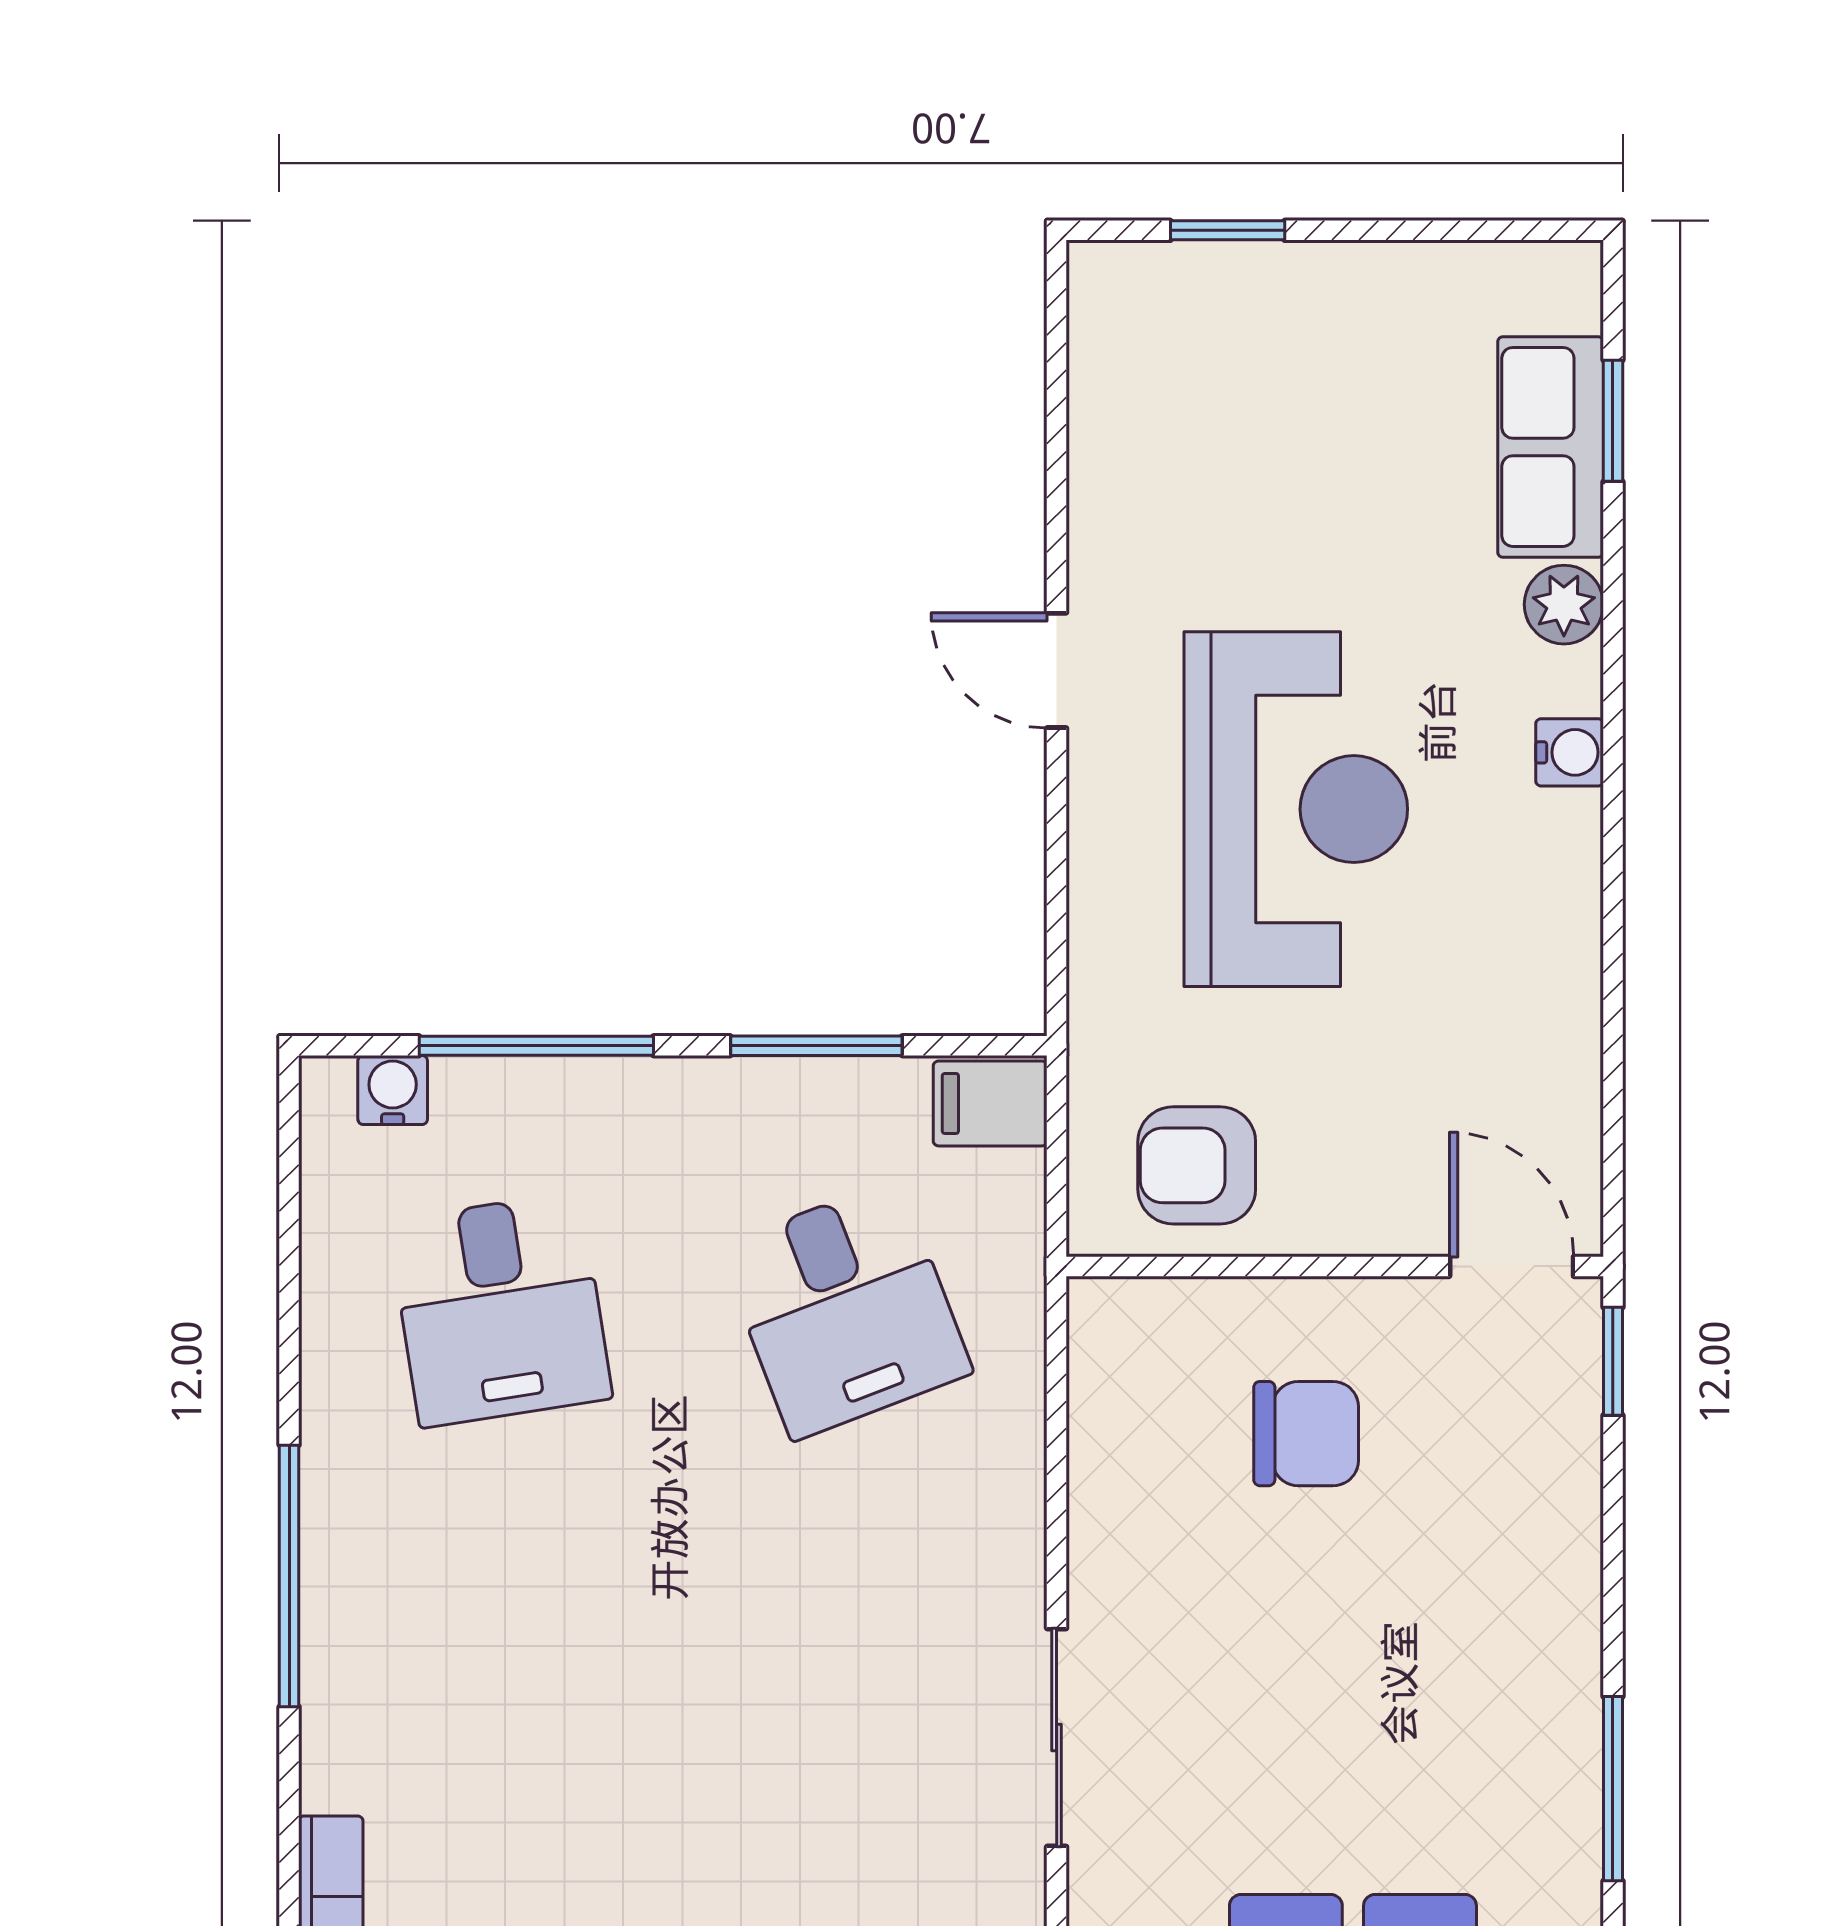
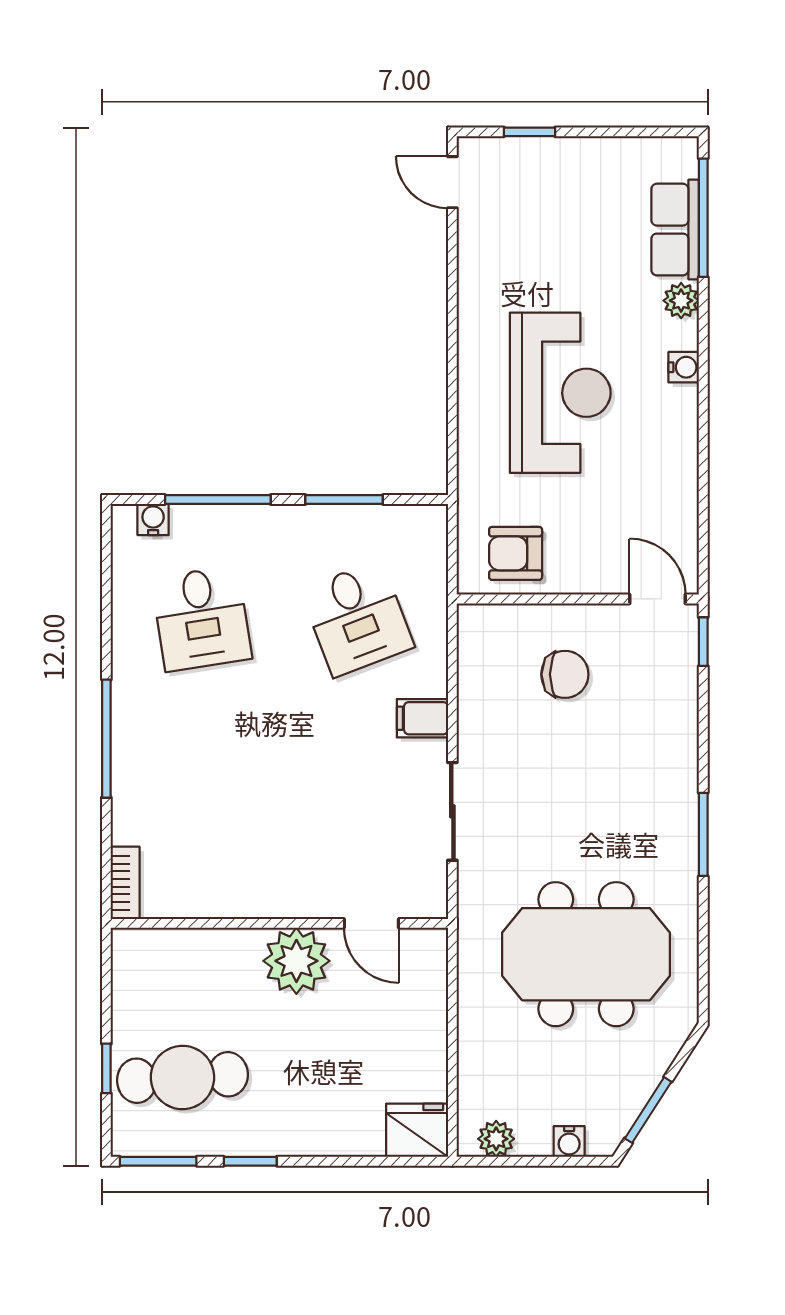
window: (1613, 421) -> (703, 218), width x2.17
door: (1057, 670) -> (452, 182), moved
filing cabinet: (990, 1103) -> (422, 718), moved

